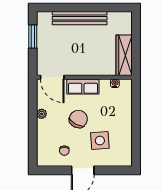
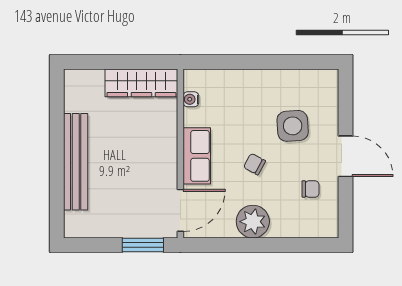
window: (33, 36) -> (143, 245), moved
plant: (42, 114) -> (253, 222), width x1.88, depth x1.88
chair: (78, 119) -> (254, 164), width x0.54, depth x0.54

